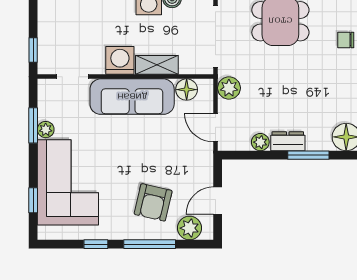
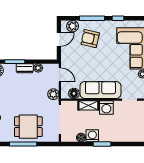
armchair: (153, 202) -> (90, 39), turned -90

